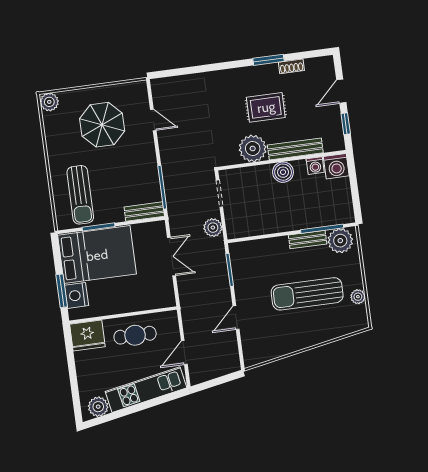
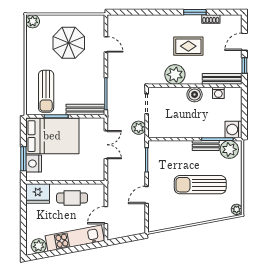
bench: (295, 149) -> (222, 79), moved
washing machine: (336, 166) -> (234, 130), moved, turned 90
bench: (144, 212) -> (85, 110), width x1.36
plant: (358, 297) -> (237, 209), moved

